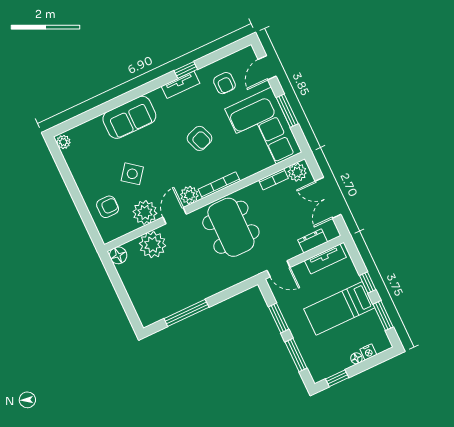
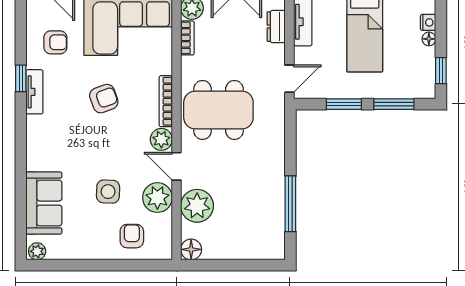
sofa: (129, 117) -> (44, 203), moved
side table: (132, 174) -> (108, 192), turned -36

